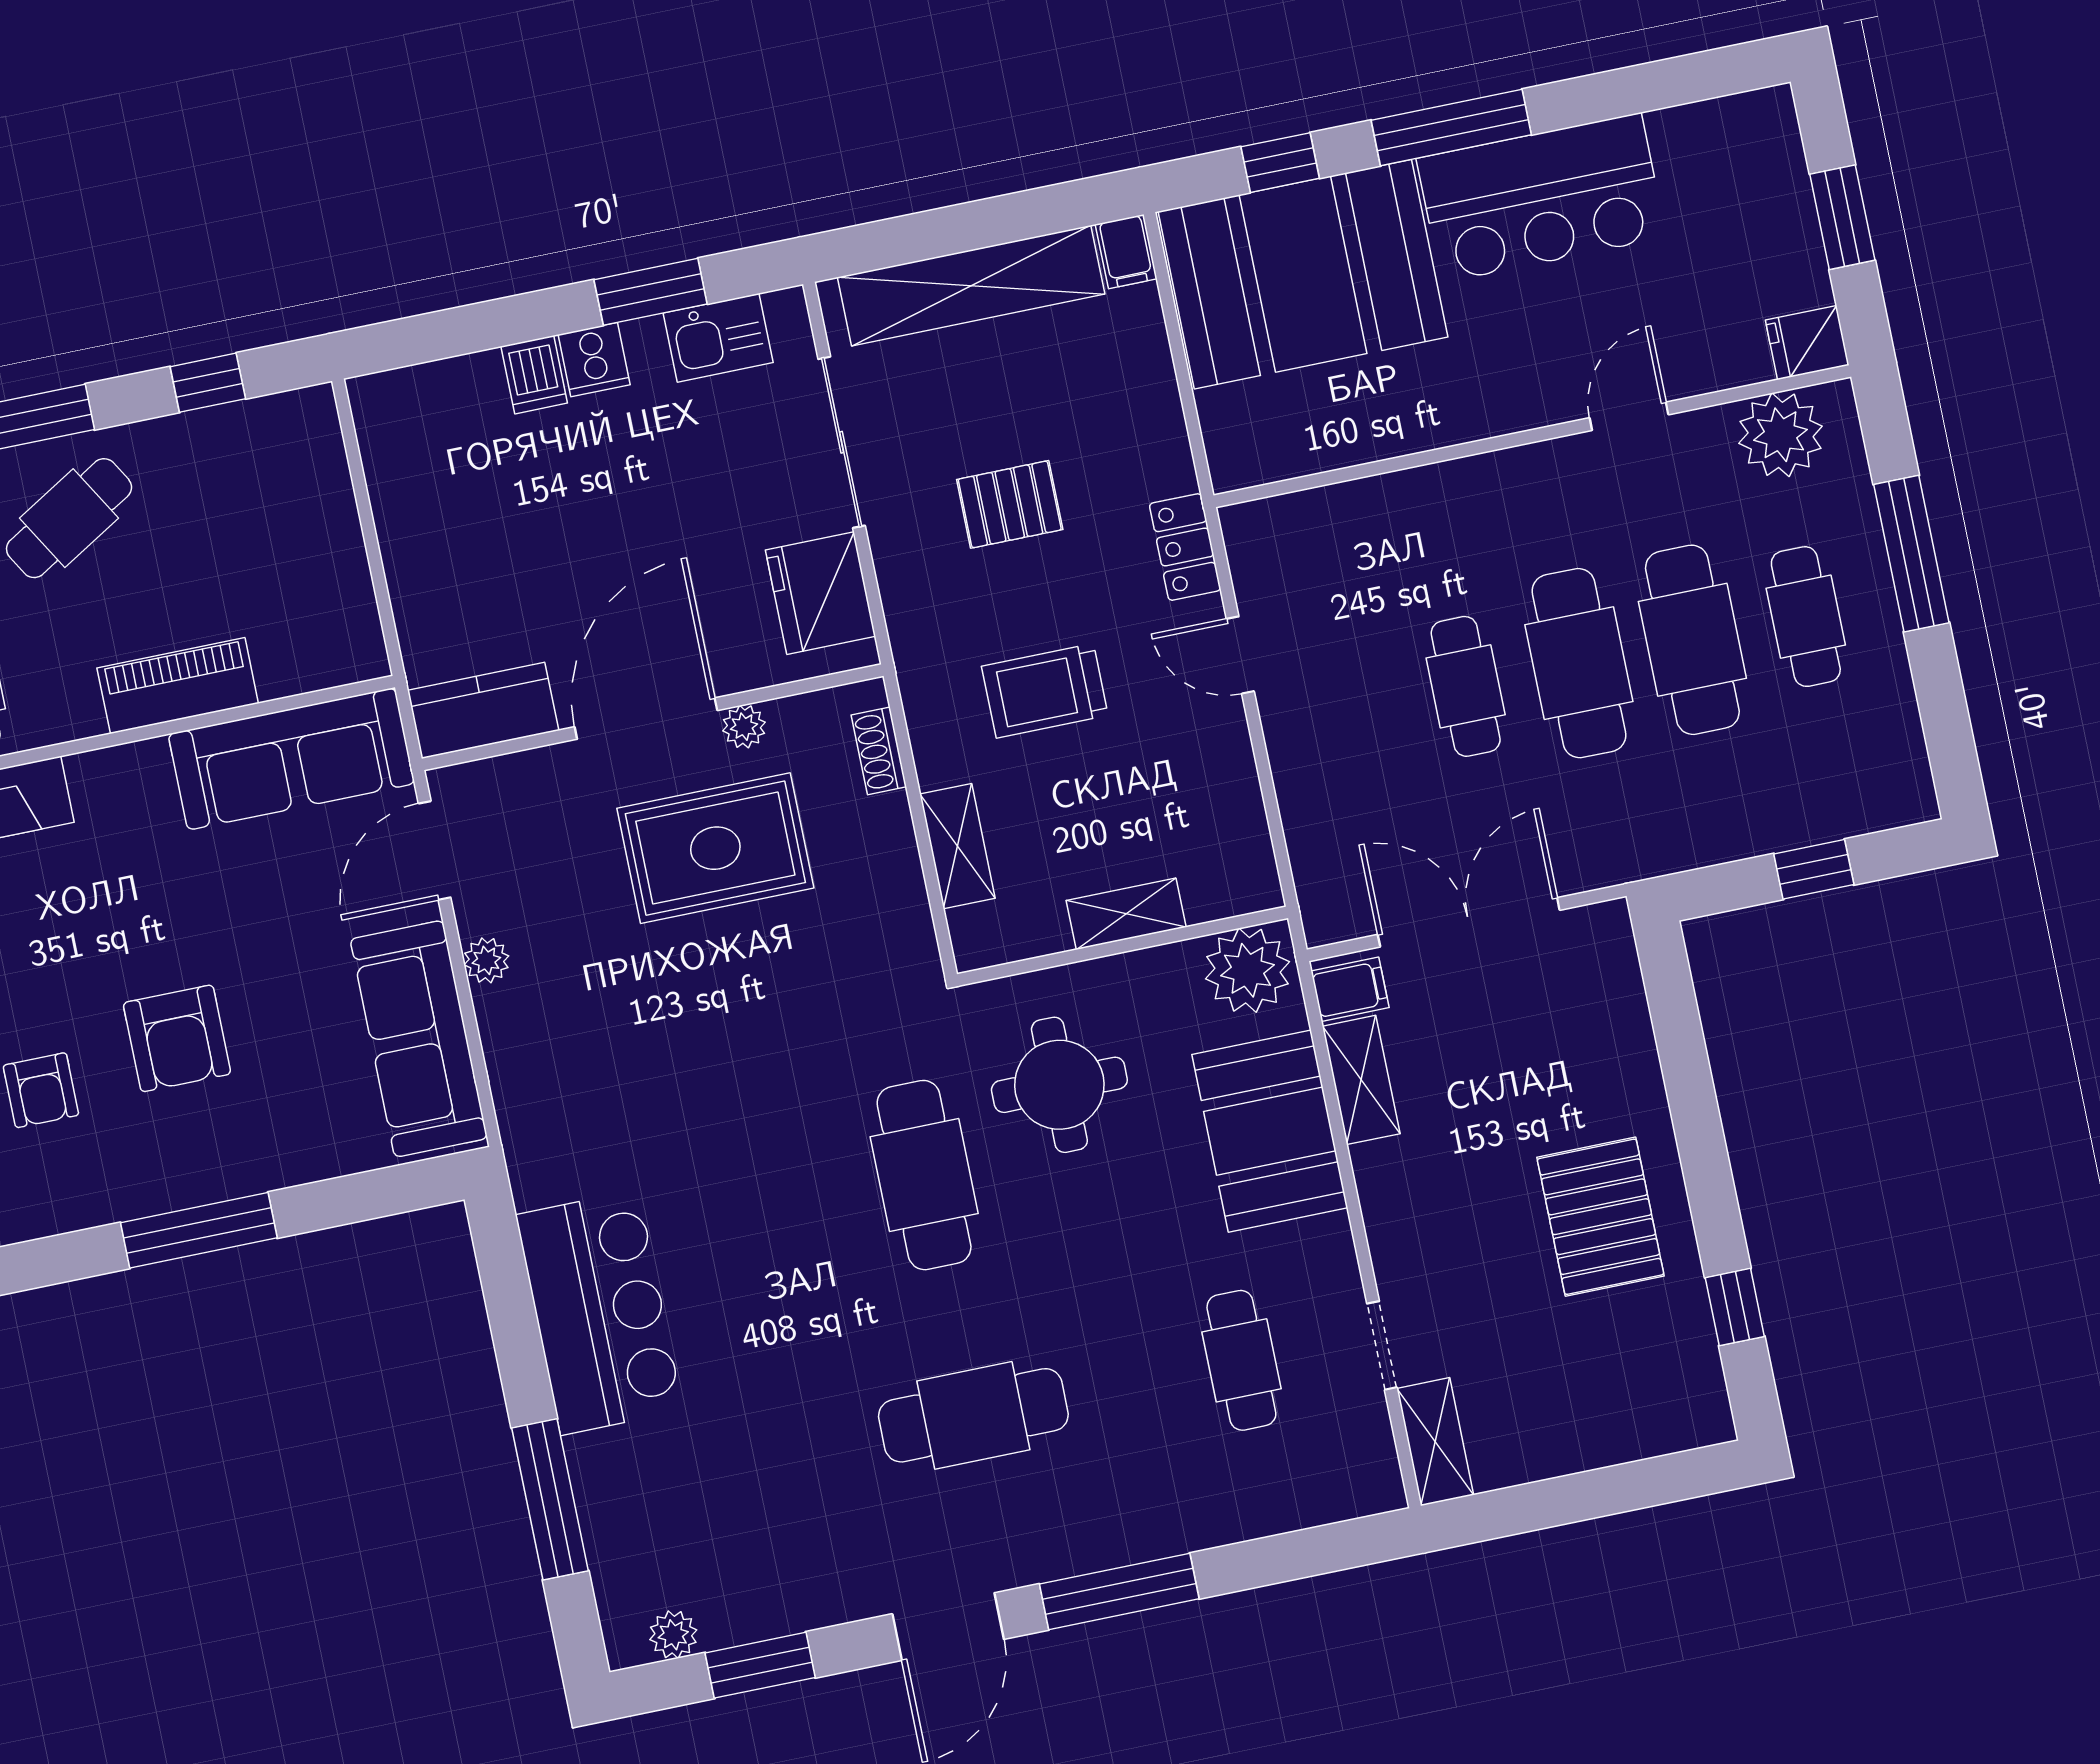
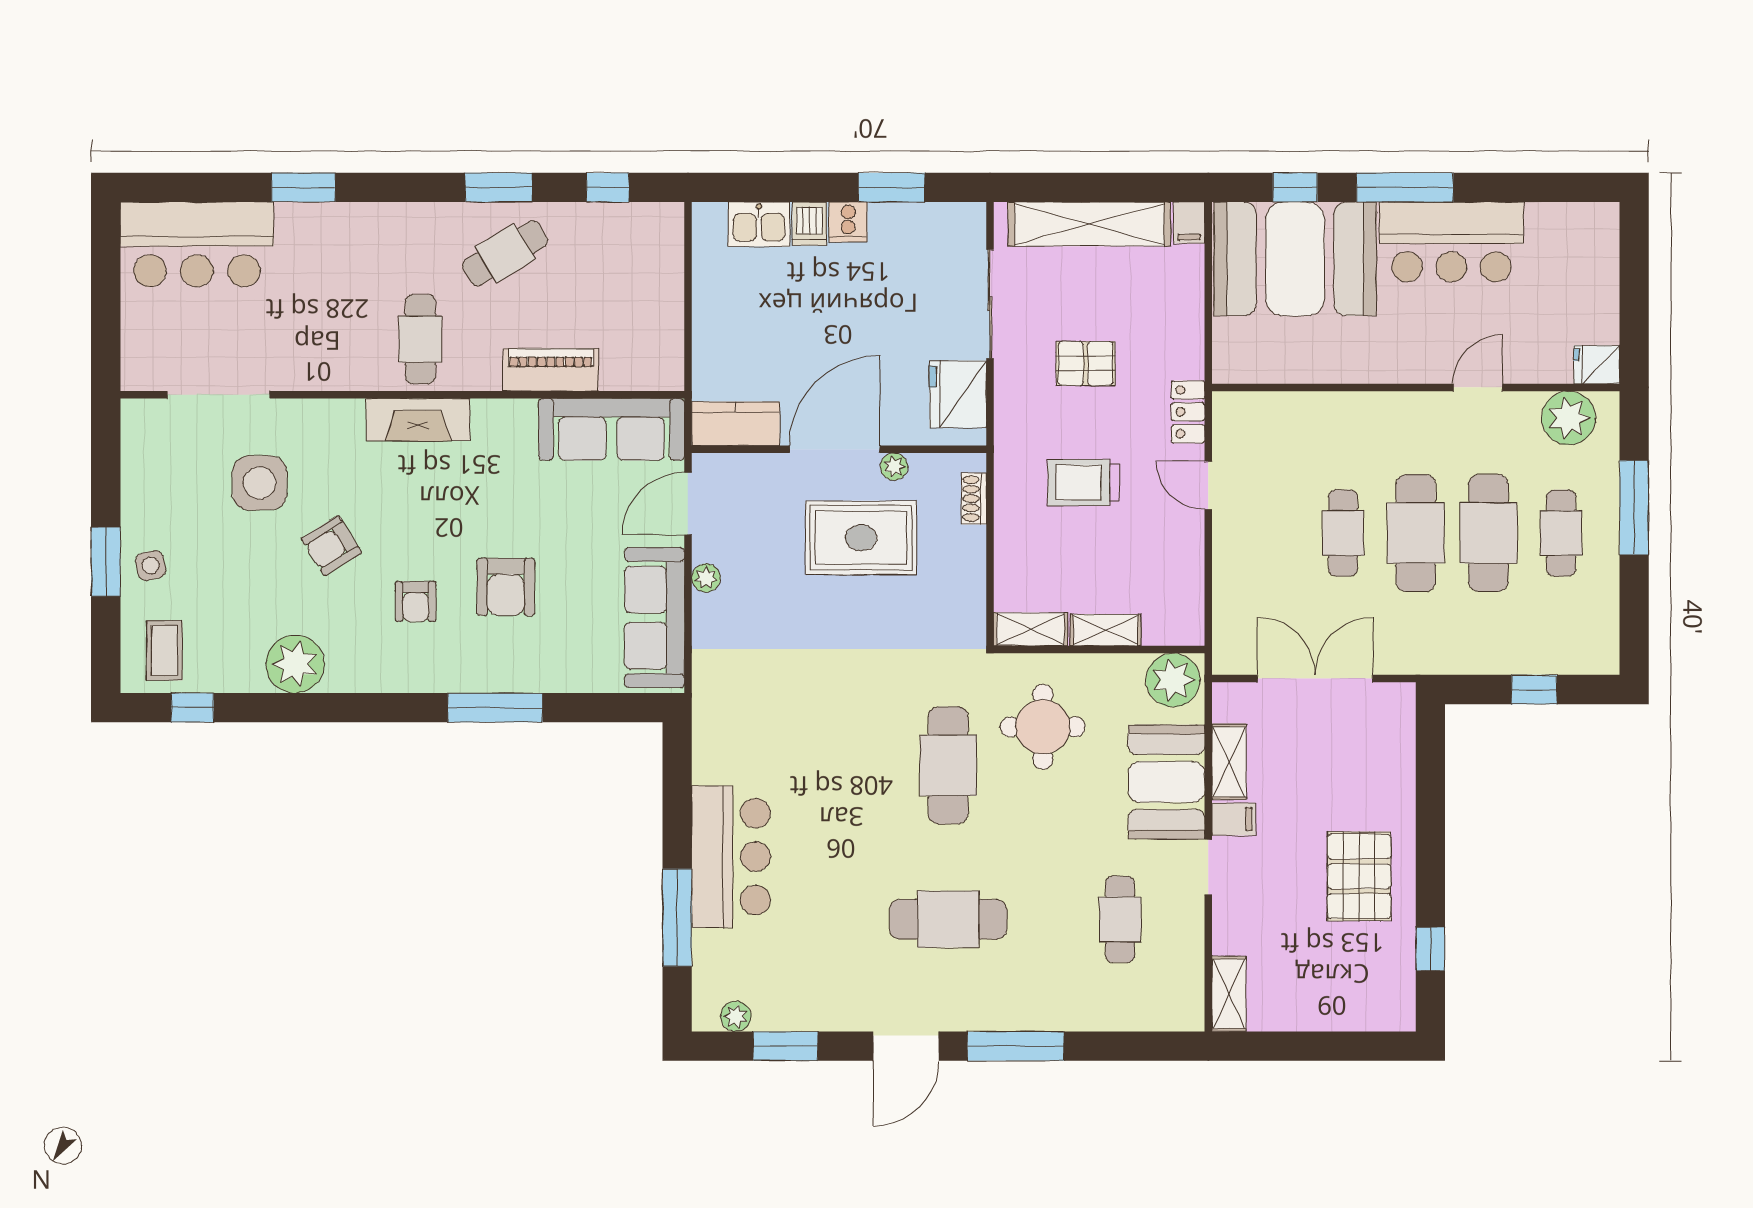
window: (1842, 217) -> (1634, 292), removed
kitchen sink: (718, 338) -> (759, 224), moved
shelving: (957, 846) -> (1031, 629), moved, turned 90
filing cabinet: (1350, 989) -> (1234, 819), moved
bar counter: (599, 1313) -> (731, 857), moved
doorway: (1382, 1345) -> (1208, 867), moved

